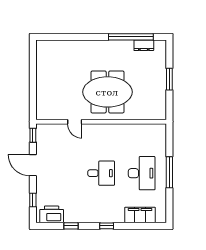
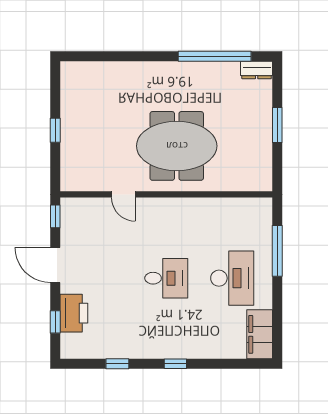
dresser: (144, 45) -> (257, 70), moved
window: (33, 82) -> (55, 130), added
window: (169, 172) -> (277, 251), moved
printer: (52, 214) -> (74, 313), moved, turned 90
filing cabinet: (140, 215) -> (260, 334), moved, turned -90

